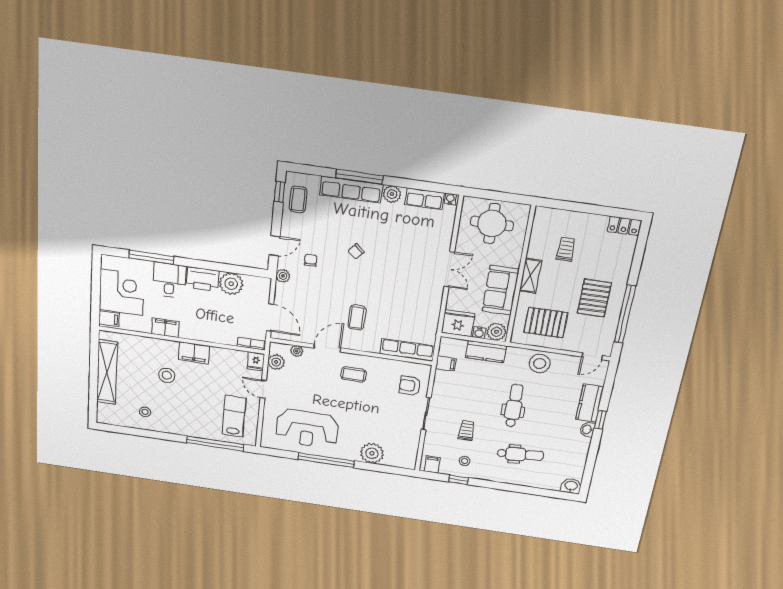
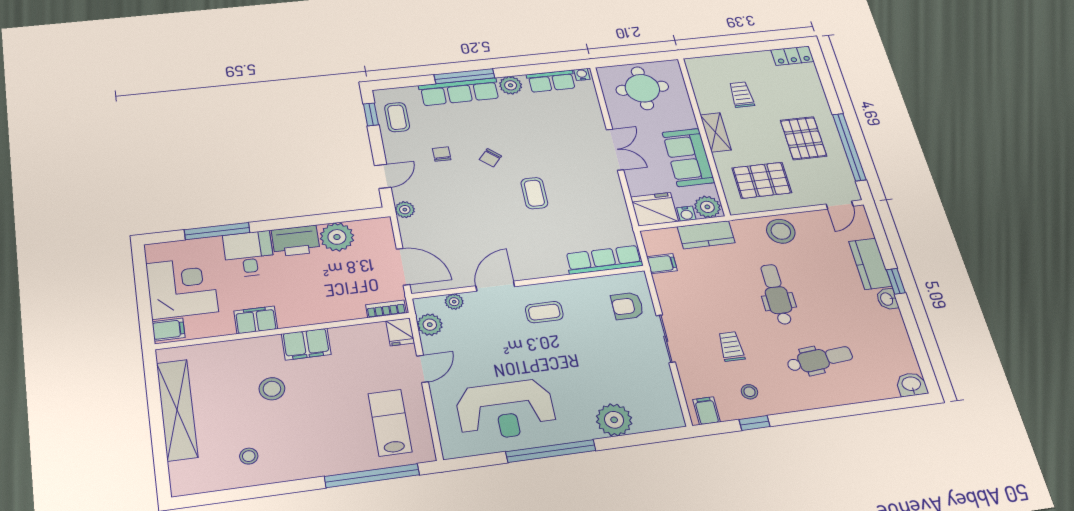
chair: (311, 260) -> (442, 154), moved
coffee table: (357, 317) -> (534, 193), moved
door: (263, 389) -> (423, 369), swing flipped

